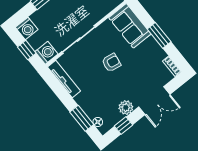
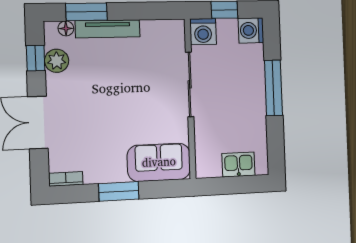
armchair: (111, 63) -> (130, 104), removed
tv unit: (64, 79) -> (108, 29), moved
plant: (126, 107) -> (57, 61), moved

